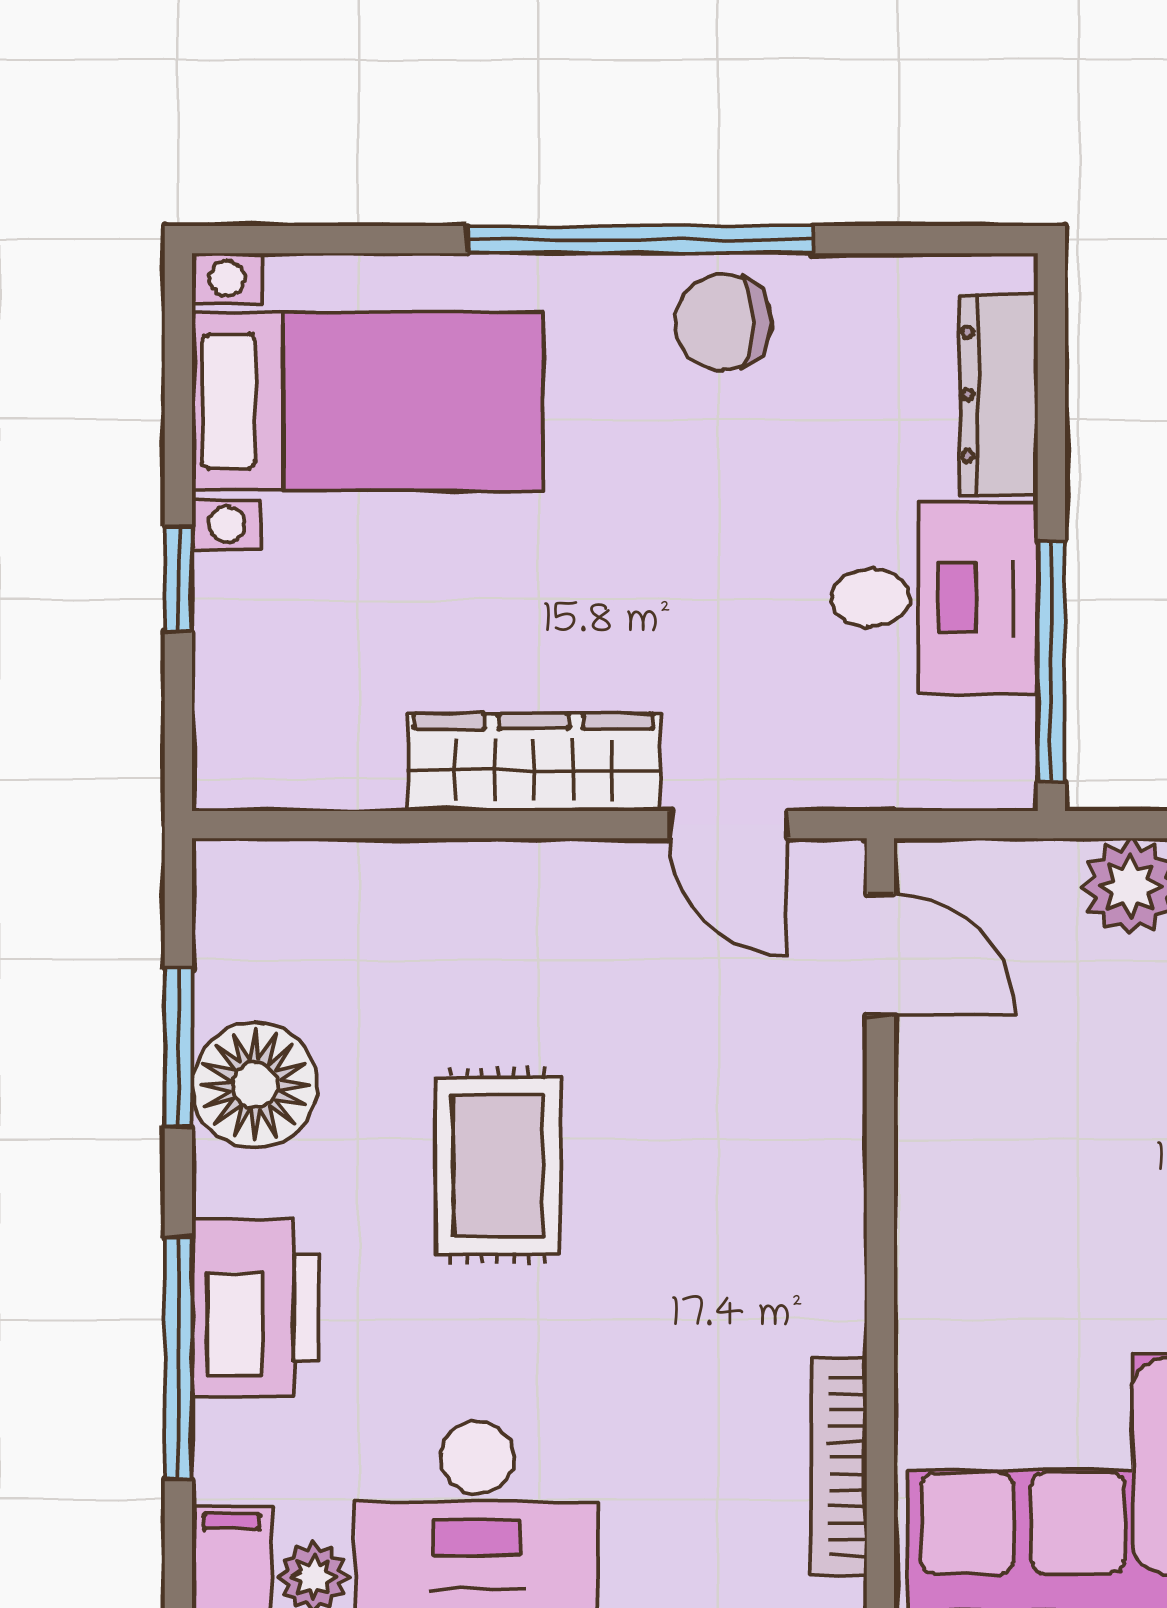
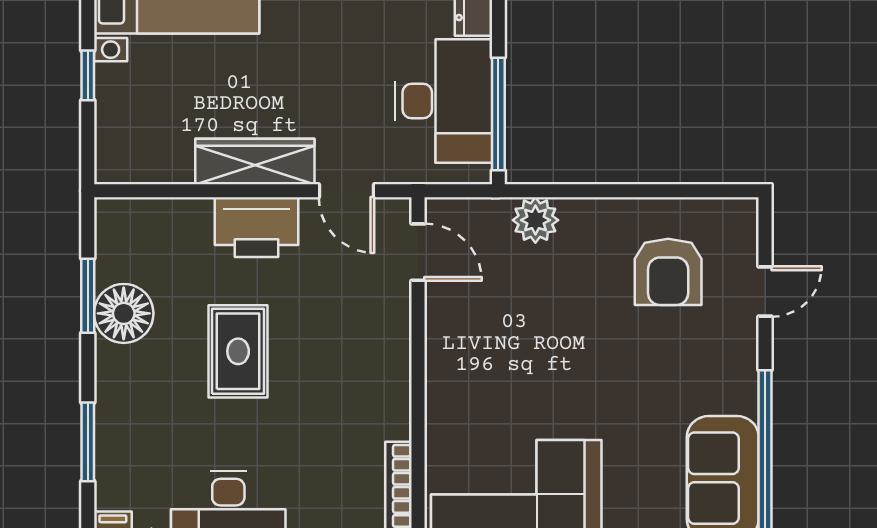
desk: (935, 598) -> (443, 101), width x1.37
printer: (255, 1308) -> (256, 227), moved, turned 90
window: (178, 1358) -> (88, 442), width x0.69

